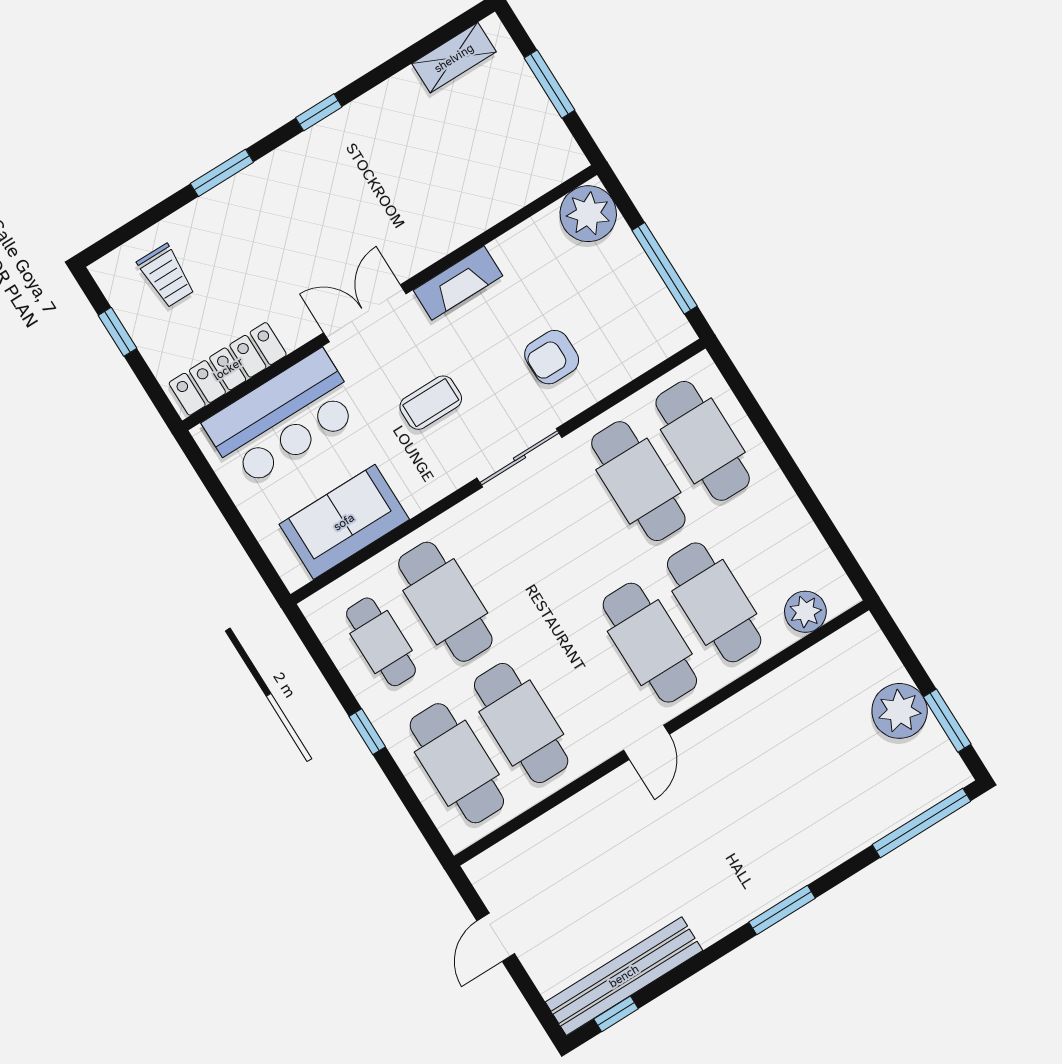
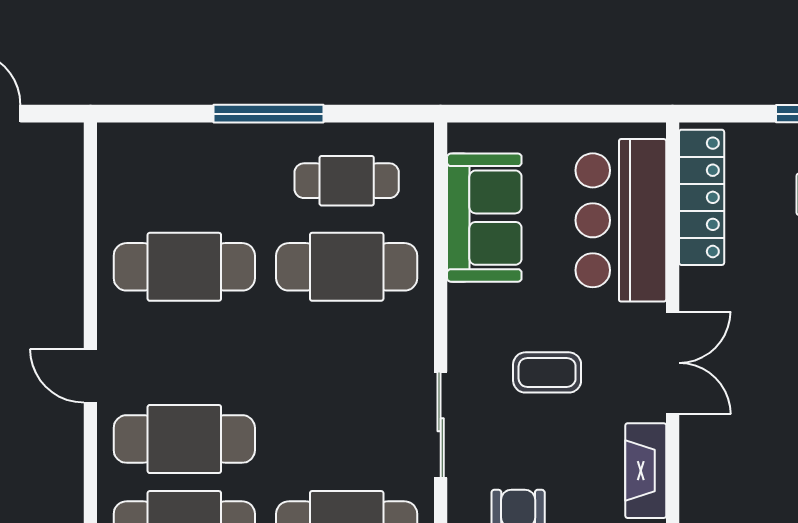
coffee table: (431, 403) -> (547, 372), turned 90
window: (367, 732) -> (269, 114), width x2.17
cafe table: (457, 763) -> (184, 181), removed

